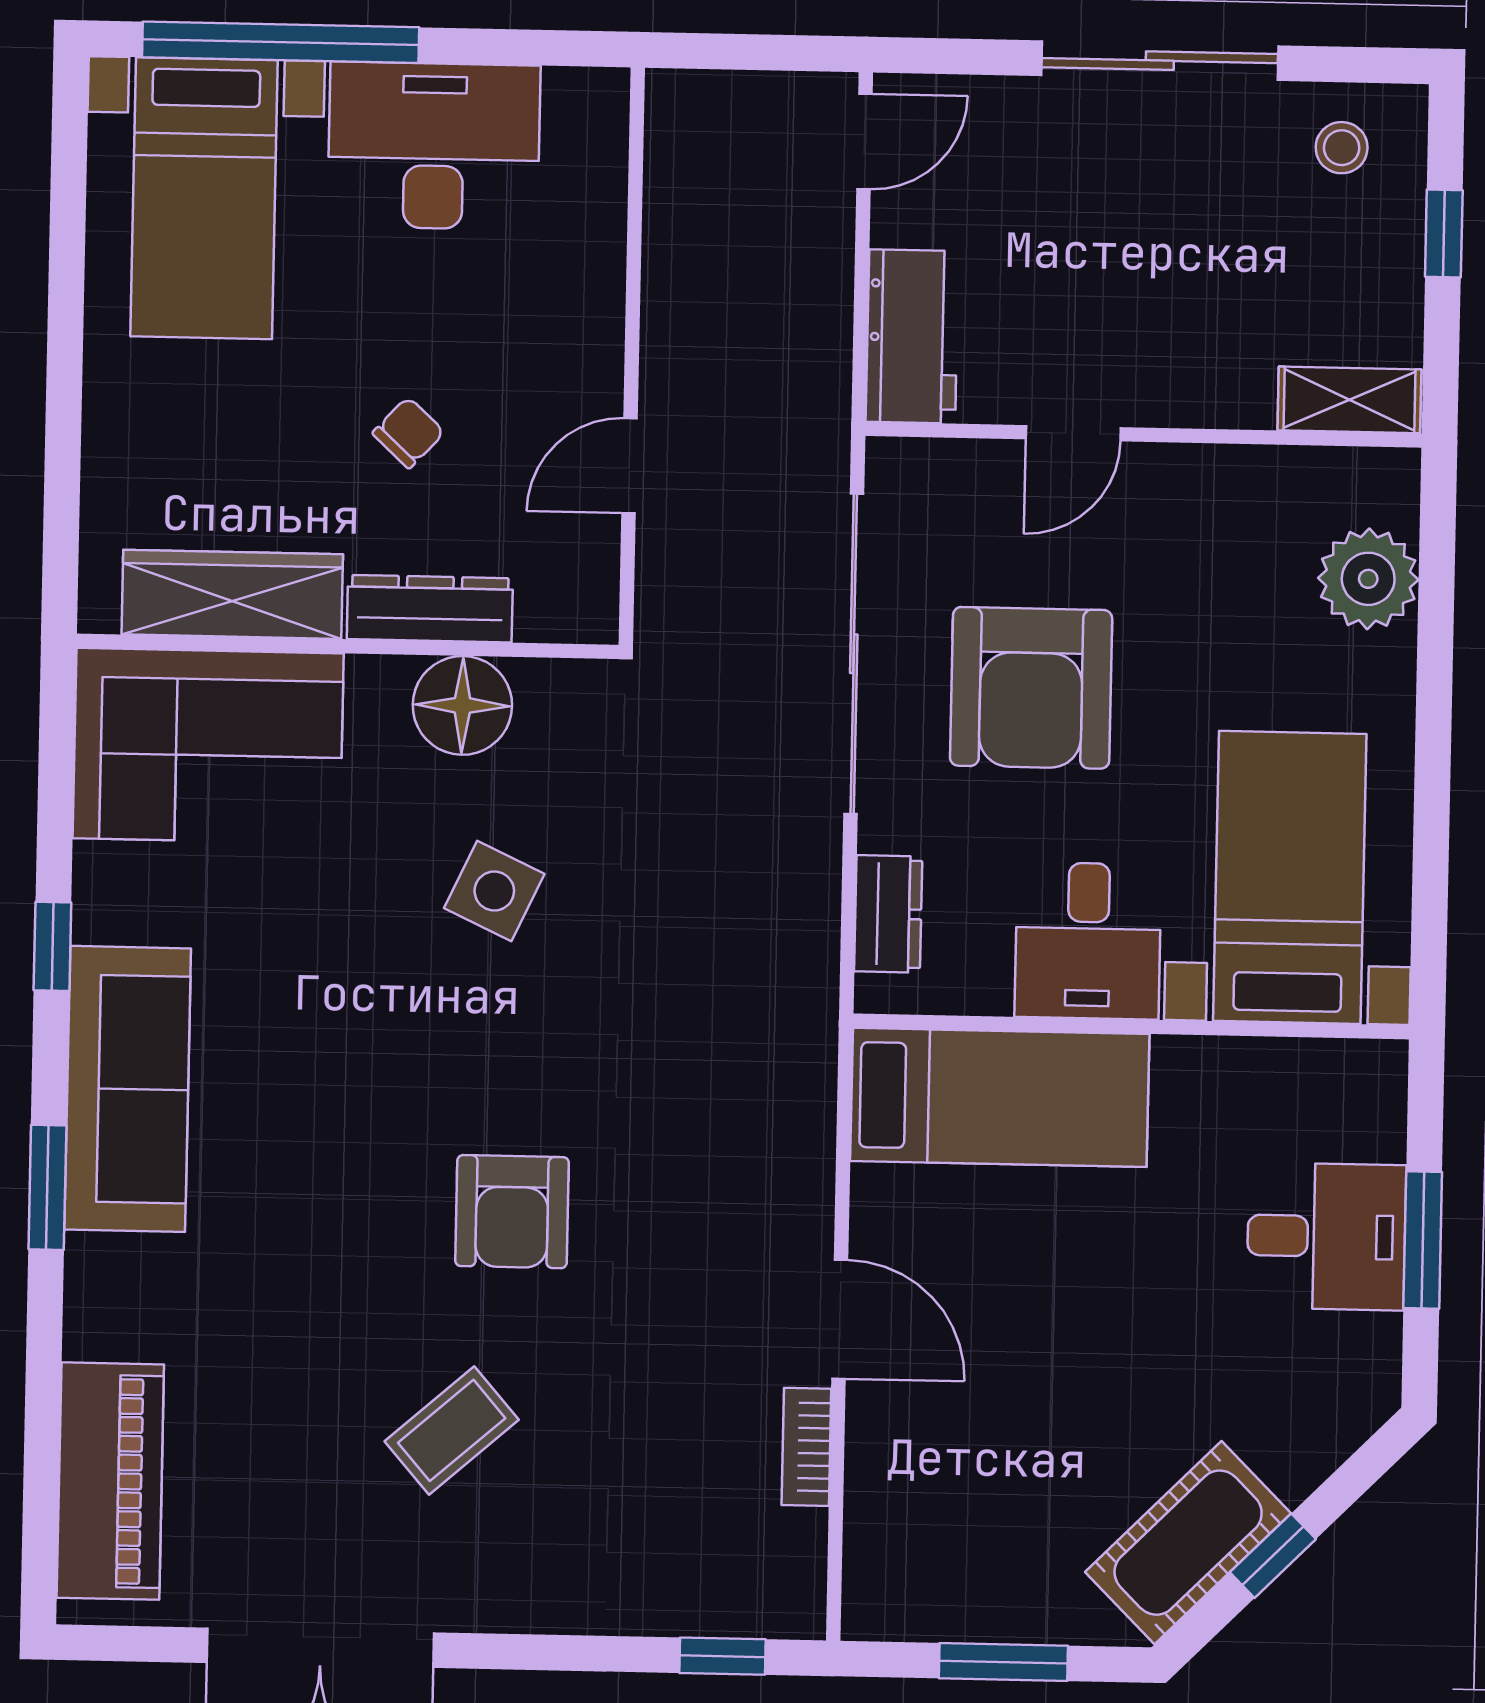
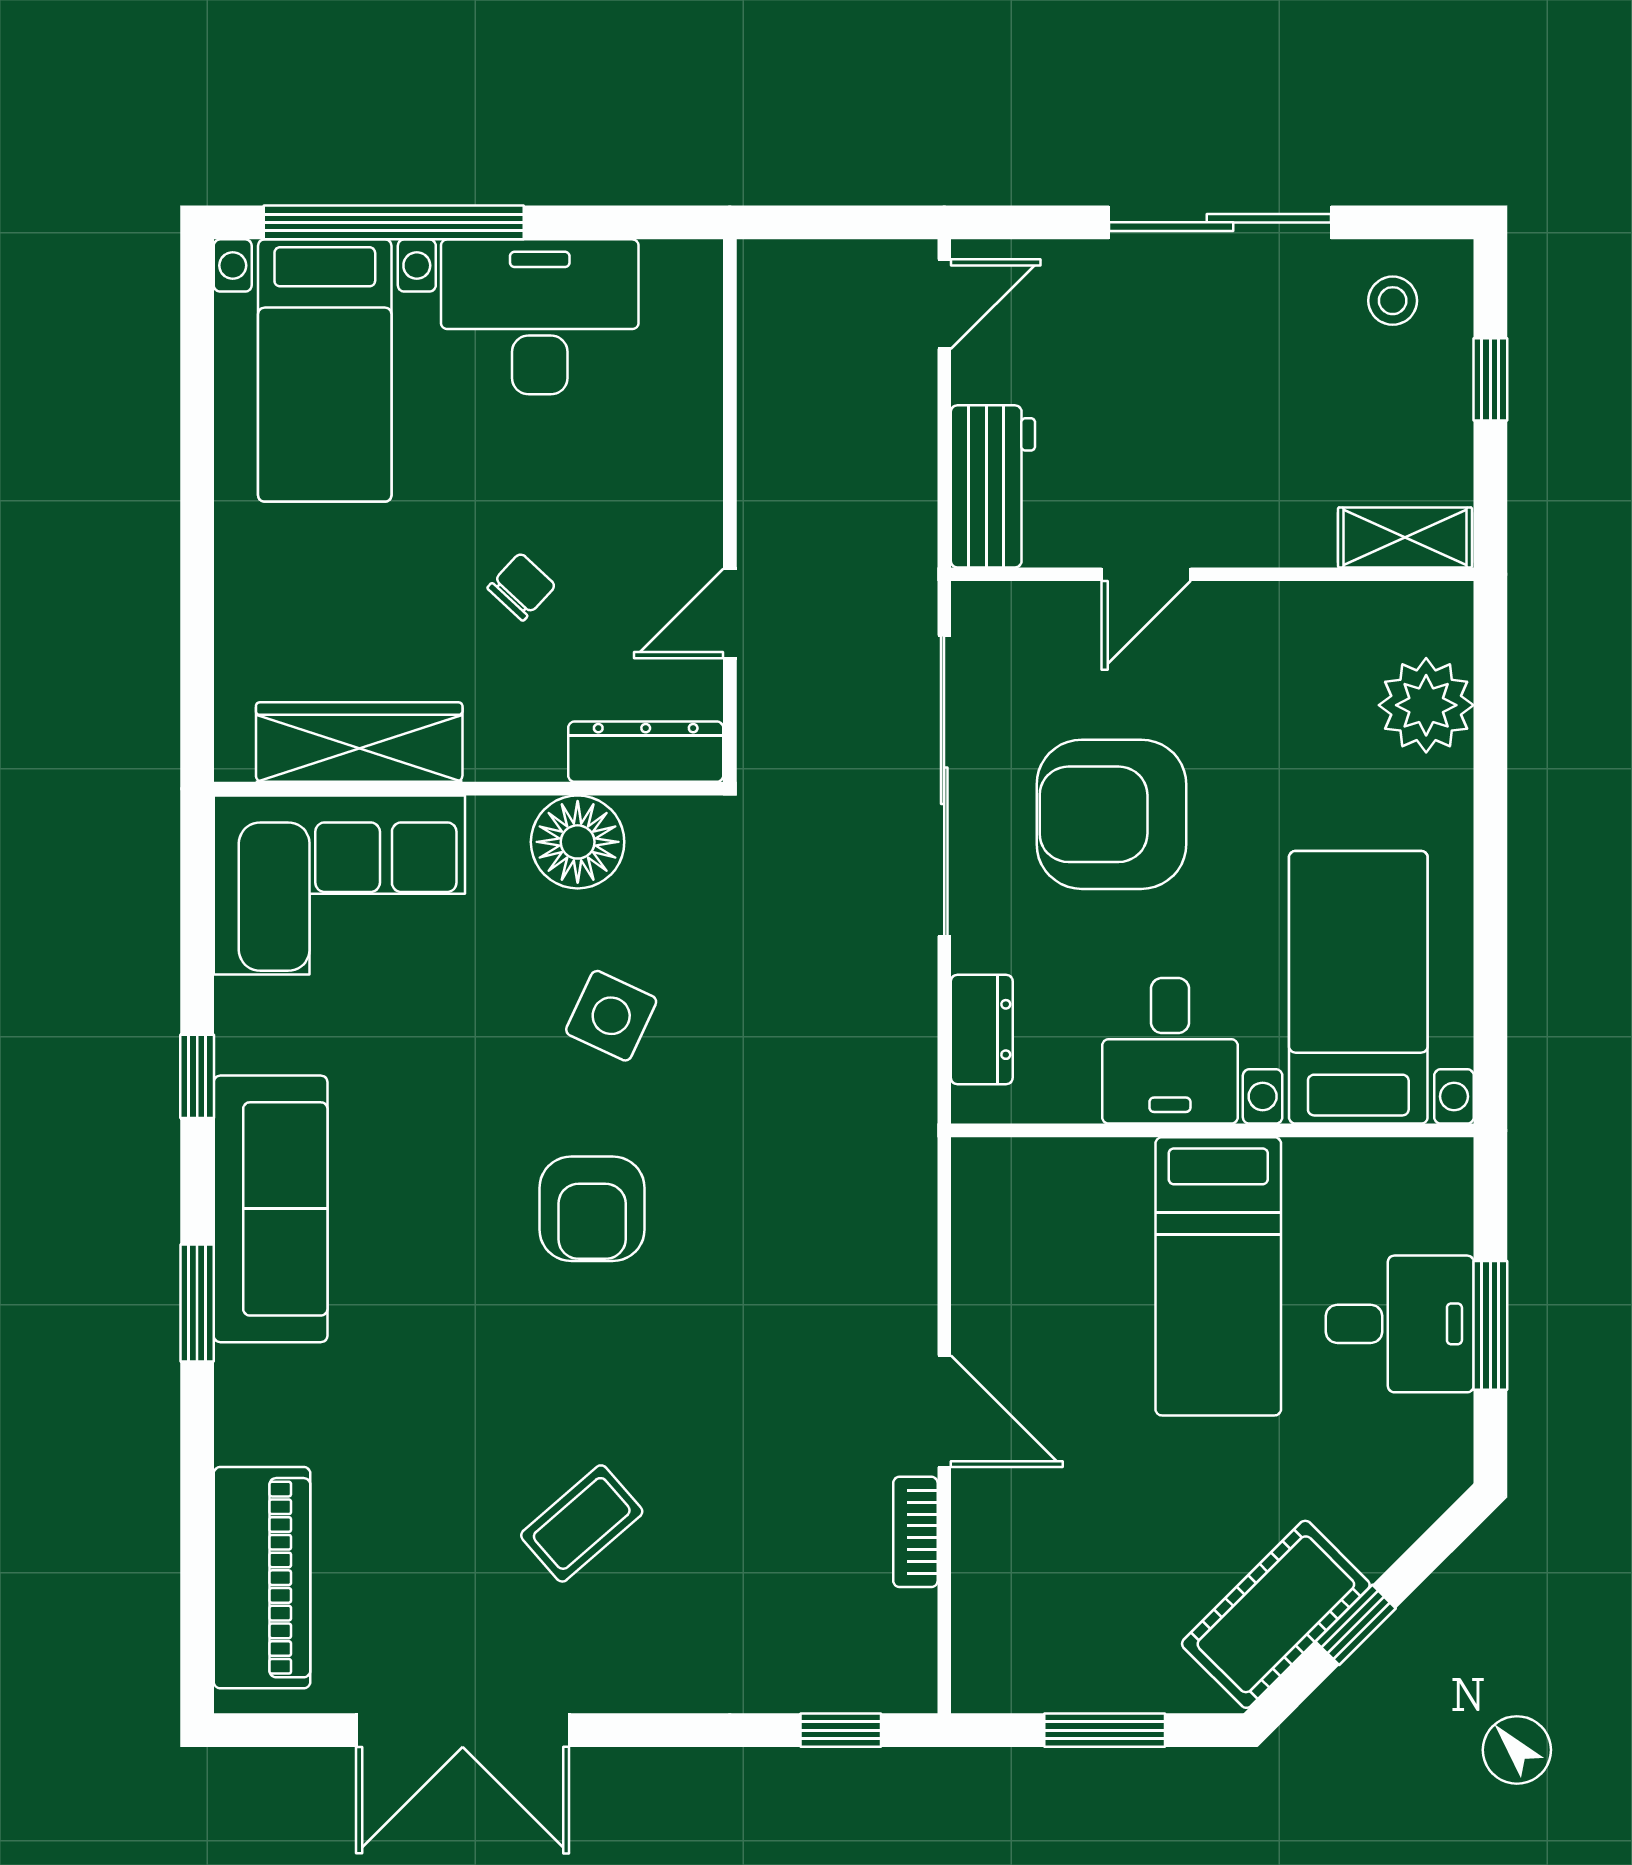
dresser: (430, 609) -> (646, 752), moved
armchair: (1031, 688) -> (1111, 814), turned 90
bed: (1000, 1097) -> (1218, 1276), moved, turned 90
armchair: (512, 1212) -> (592, 1209), moved

